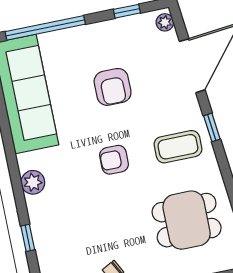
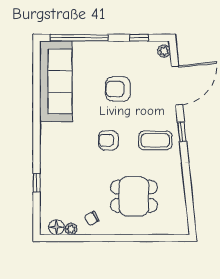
armchair: (113, 87) -> (118, 89), turned 90
plant: (33, 182) -> (48, 145), removed
dining table: (187, 220) -> (134, 196), moved

